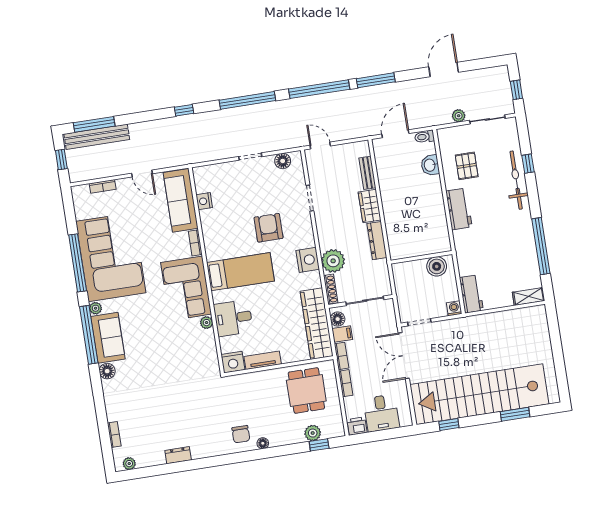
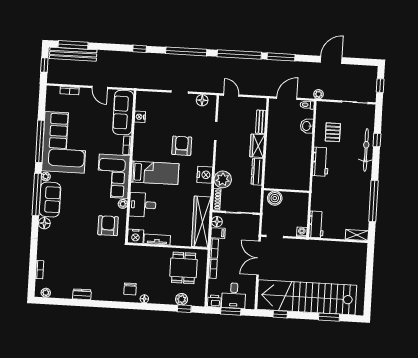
plant: (459, 116) -> (319, 94), moved
boiler: (437, 266) -> (275, 198), moved
armchair: (193, 356) -> (108, 226), added
window: (382, 435) -> (231, 311), added

